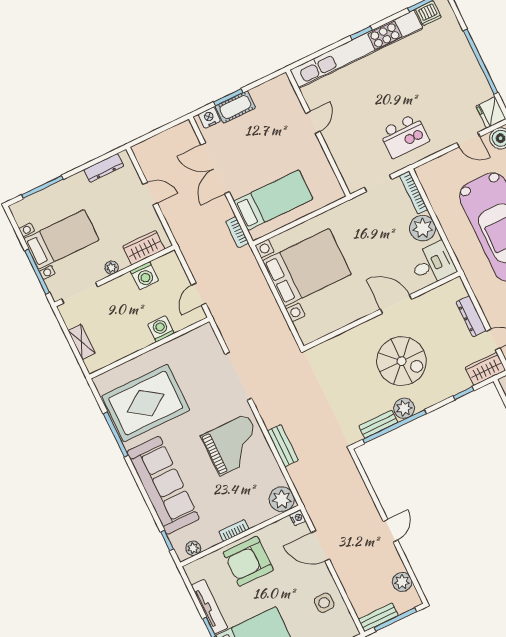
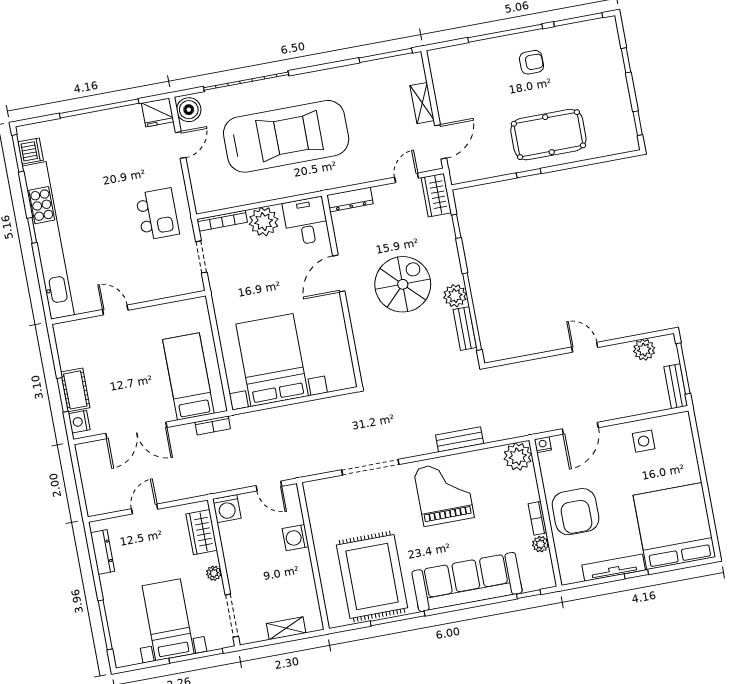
washing machine: (144, 276) -> (227, 509), moved, turned 90
dresser: (471, 316) -> (350, 199), moved
plant: (193, 548) -> (540, 544), moved

